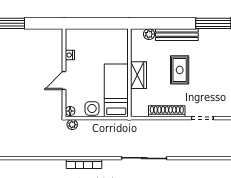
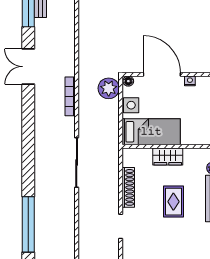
rug: (180, 70) -> (173, 202), turned 90
door: (64, 80) -> (162, 74), width x1.88
plant: (72, 125) -> (109, 88), width x1.88, depth x1.88

